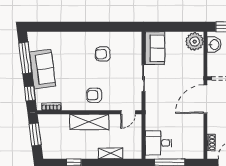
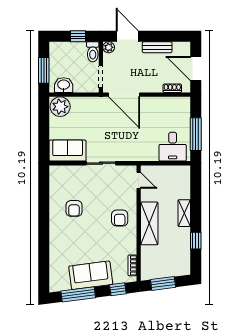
shelving: (111, 153) -> (184, 213), moved

